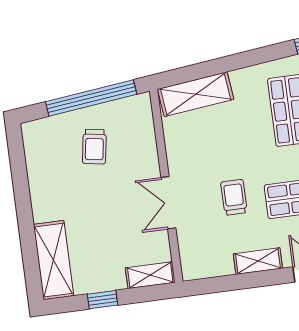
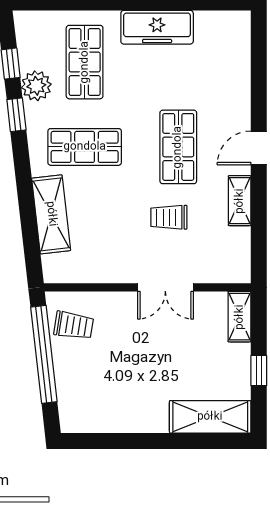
shelving: (196, 94) -> (51, 214), moved
trolley: (94, 147) -> (74, 325), moved

